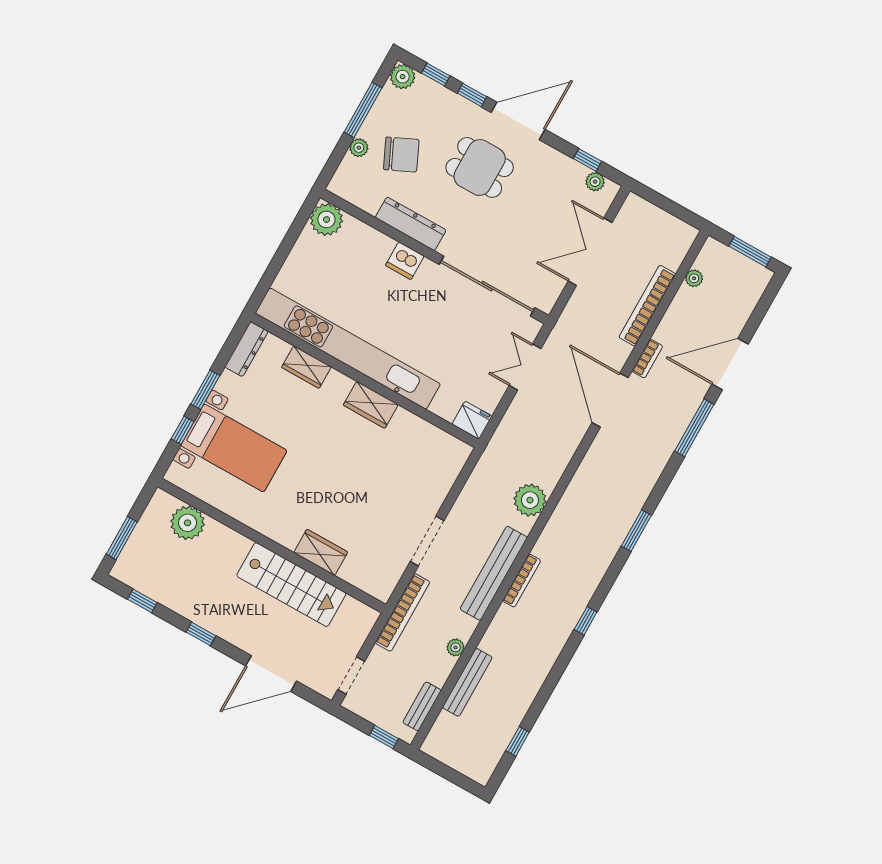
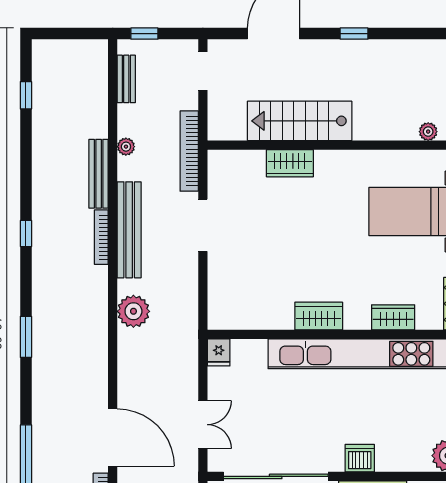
fridge: (472, 420) -> (219, 352), width x0.72
plant: (188, 523) -> (428, 132), width x0.53, depth x0.53
window: (142, 601) -> (421, 34), removed
bench: (467, 682) -> (99, 174), moved

